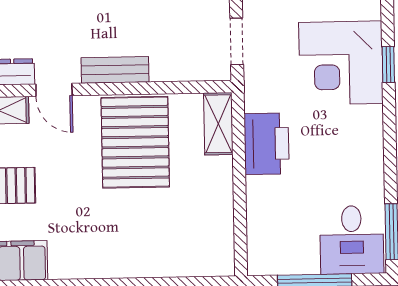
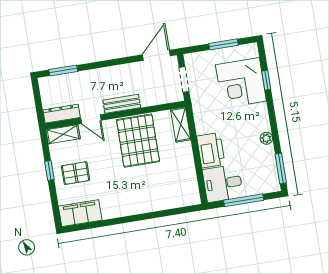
printer: (267, 144) -> (211, 150), moved
plant: (373, 172) -> (266, 138), added
desk: (352, 240) -> (223, 183), moved, turned 90

